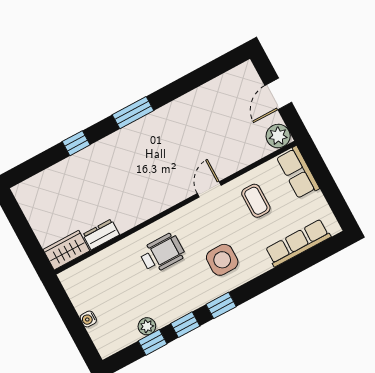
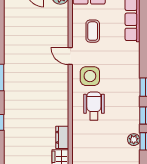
coffee table: (256, 201) -> (93, 31), turned 90
side table: (222, 260) -> (90, 76), moved

